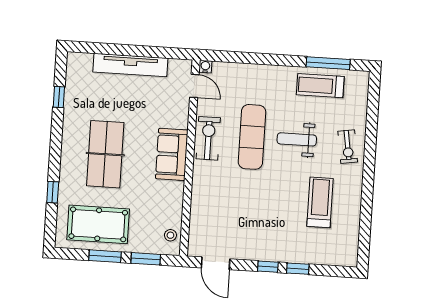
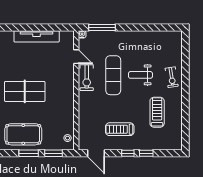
window: (328, 63) -> (102, 27), moved
door: (194, 86) -> (76, 57), moved
treadmill: (320, 86) -> (120, 129), moved
exercise bike: (208, 138) -> (87, 78), turned 180
table tennis table: (105, 154) -> (25, 91), turned 90
sofa: (172, 154) -> (65, 89), removed

